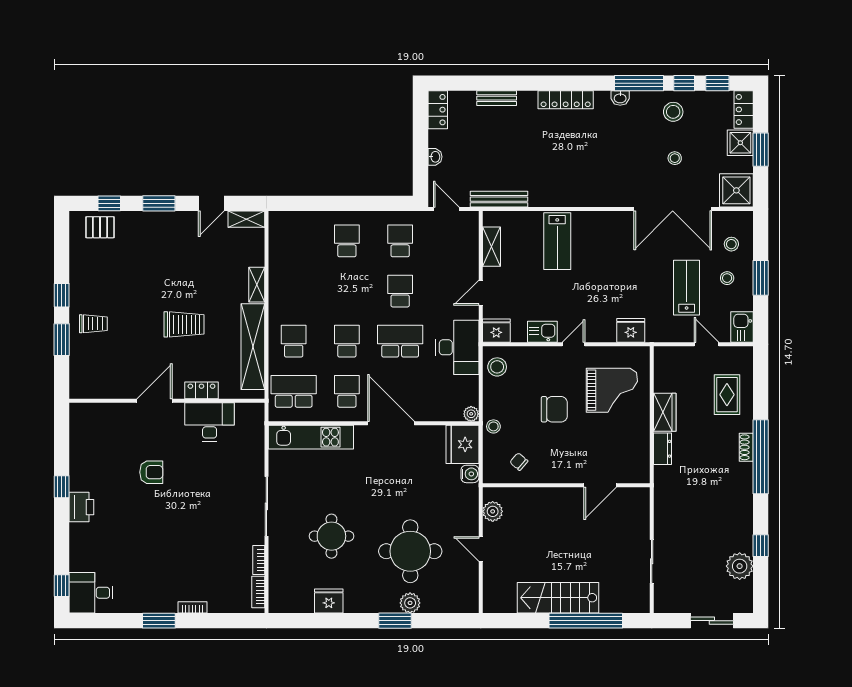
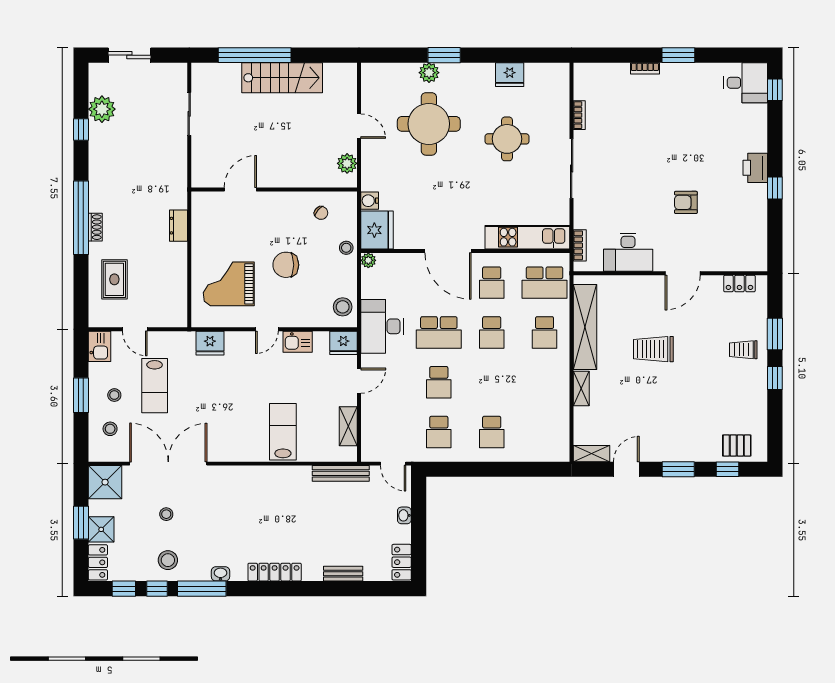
locker: (201, 390) -> (739, 284), moved
wardrobe: (665, 412) -> (176, 262), removed
bookcase: (258, 592) -> (580, 245), moved

